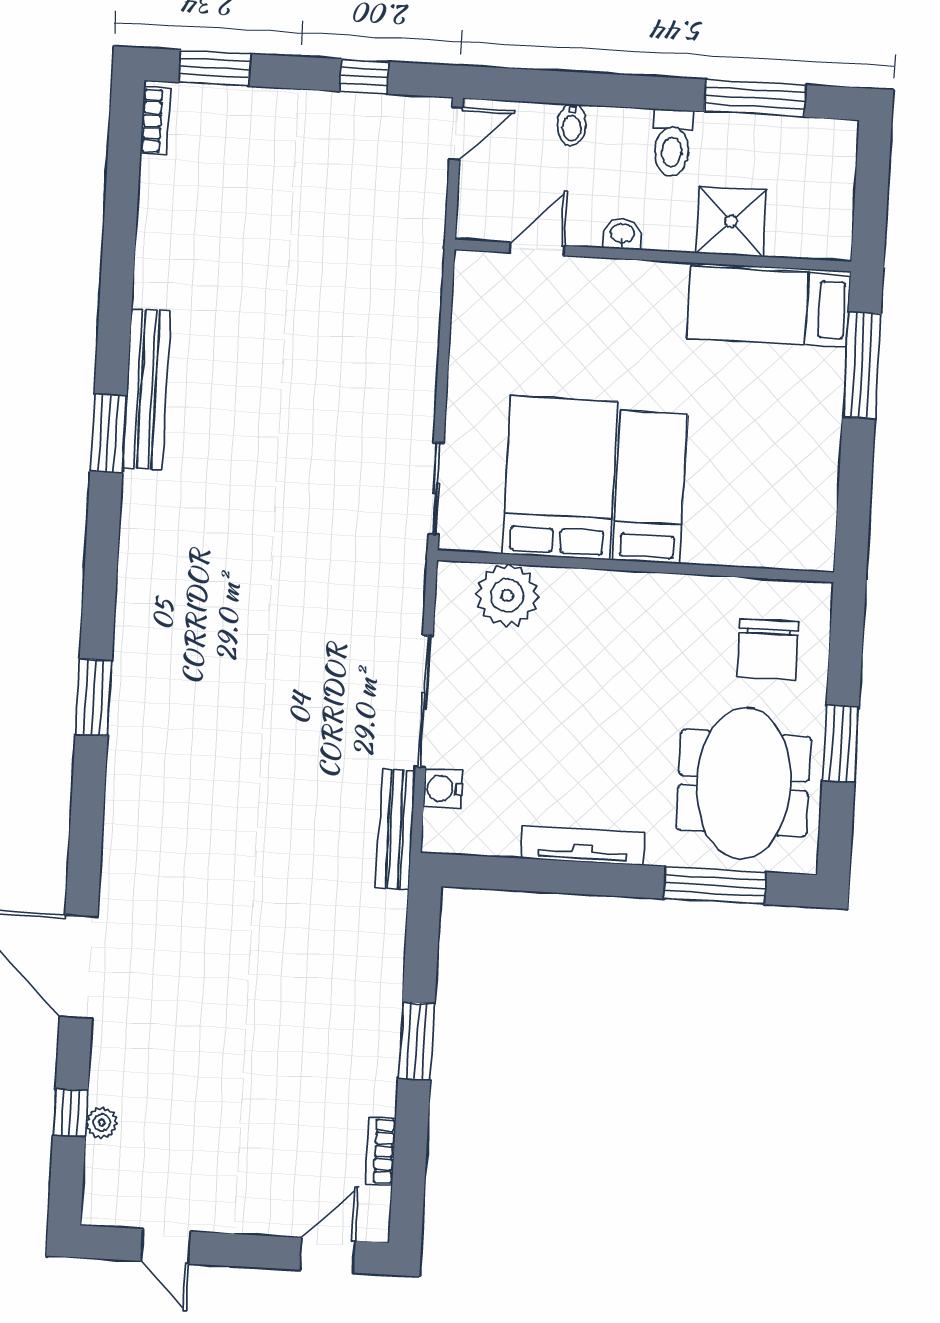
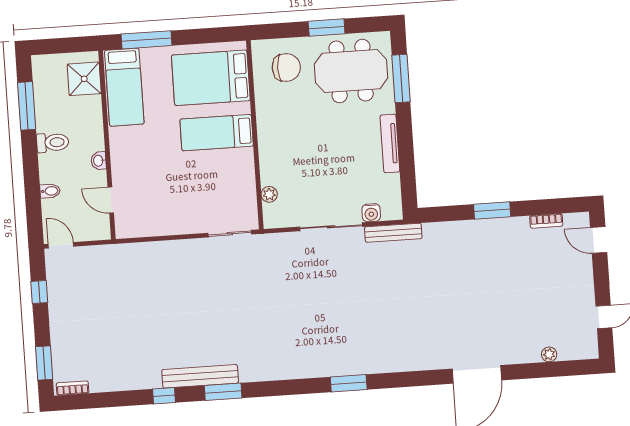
shower: (731, 222) -> (84, 79), moved
bed: (560, 478) -> (211, 78), moved
plant: (507, 595) -> (269, 194), width x0.53, depth x0.53
window: (70, 1113) -> (164, 396), moved

